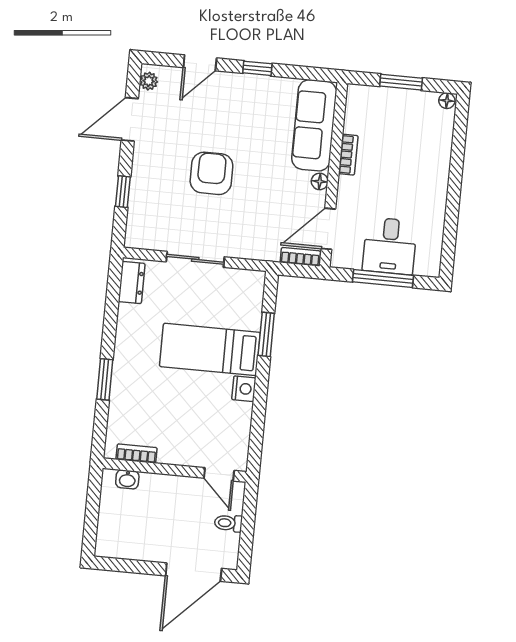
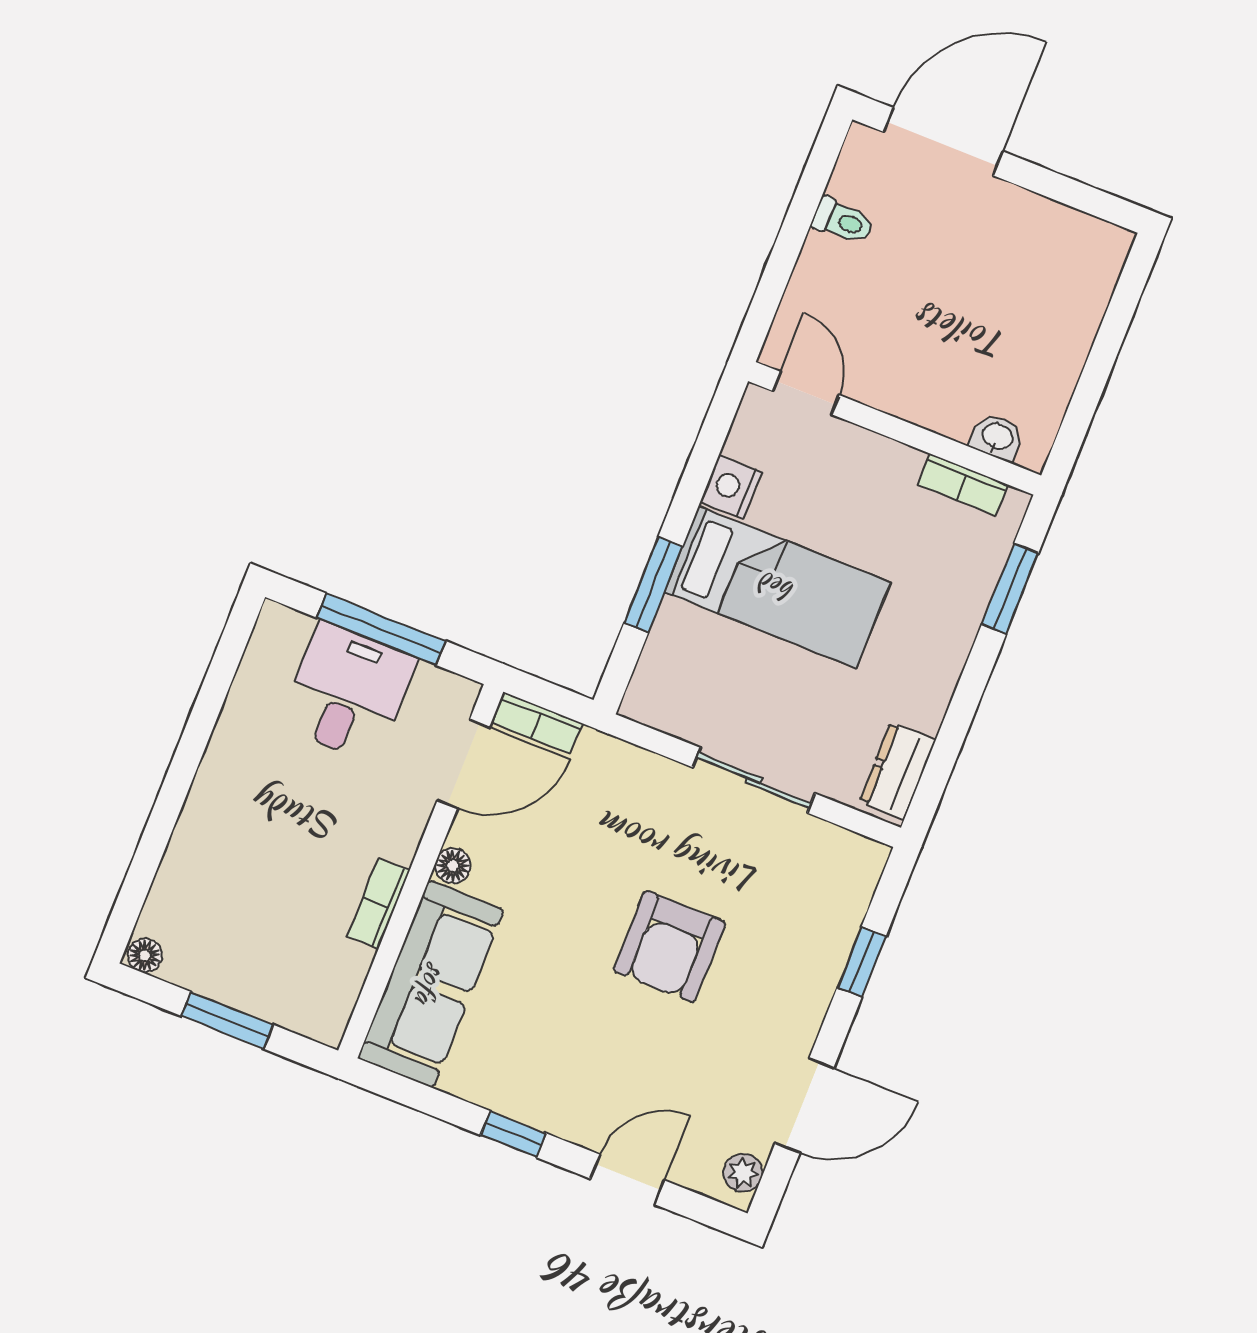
bookcase: (137, 454) -> (963, 485), moved
wall: (175, 470) -> (895, 428), moved
door: (219, 474) -> (806, 393), moved
washbasin: (127, 479) -> (997, 437), moved

